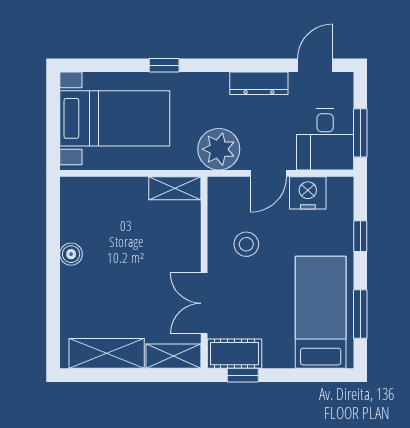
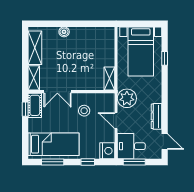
window: (164, 65) -> (165, 58), moved
nightstand: (308, 193) -> (107, 151), moved
boiler: (71, 254) -> (64, 32), moved
double door: (204, 303) -> (57, 92), swing flipped

